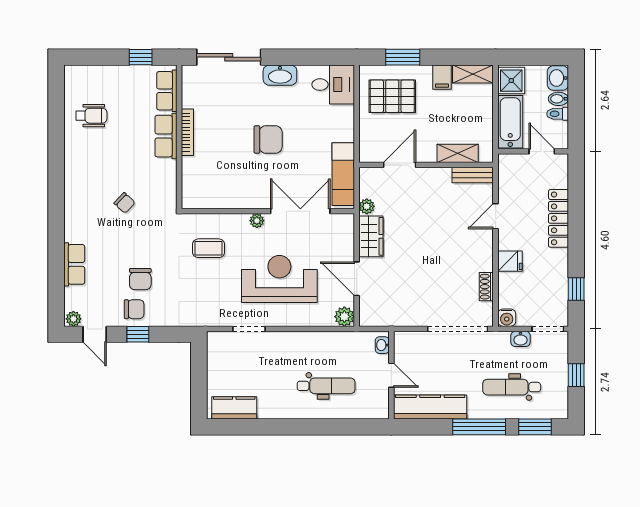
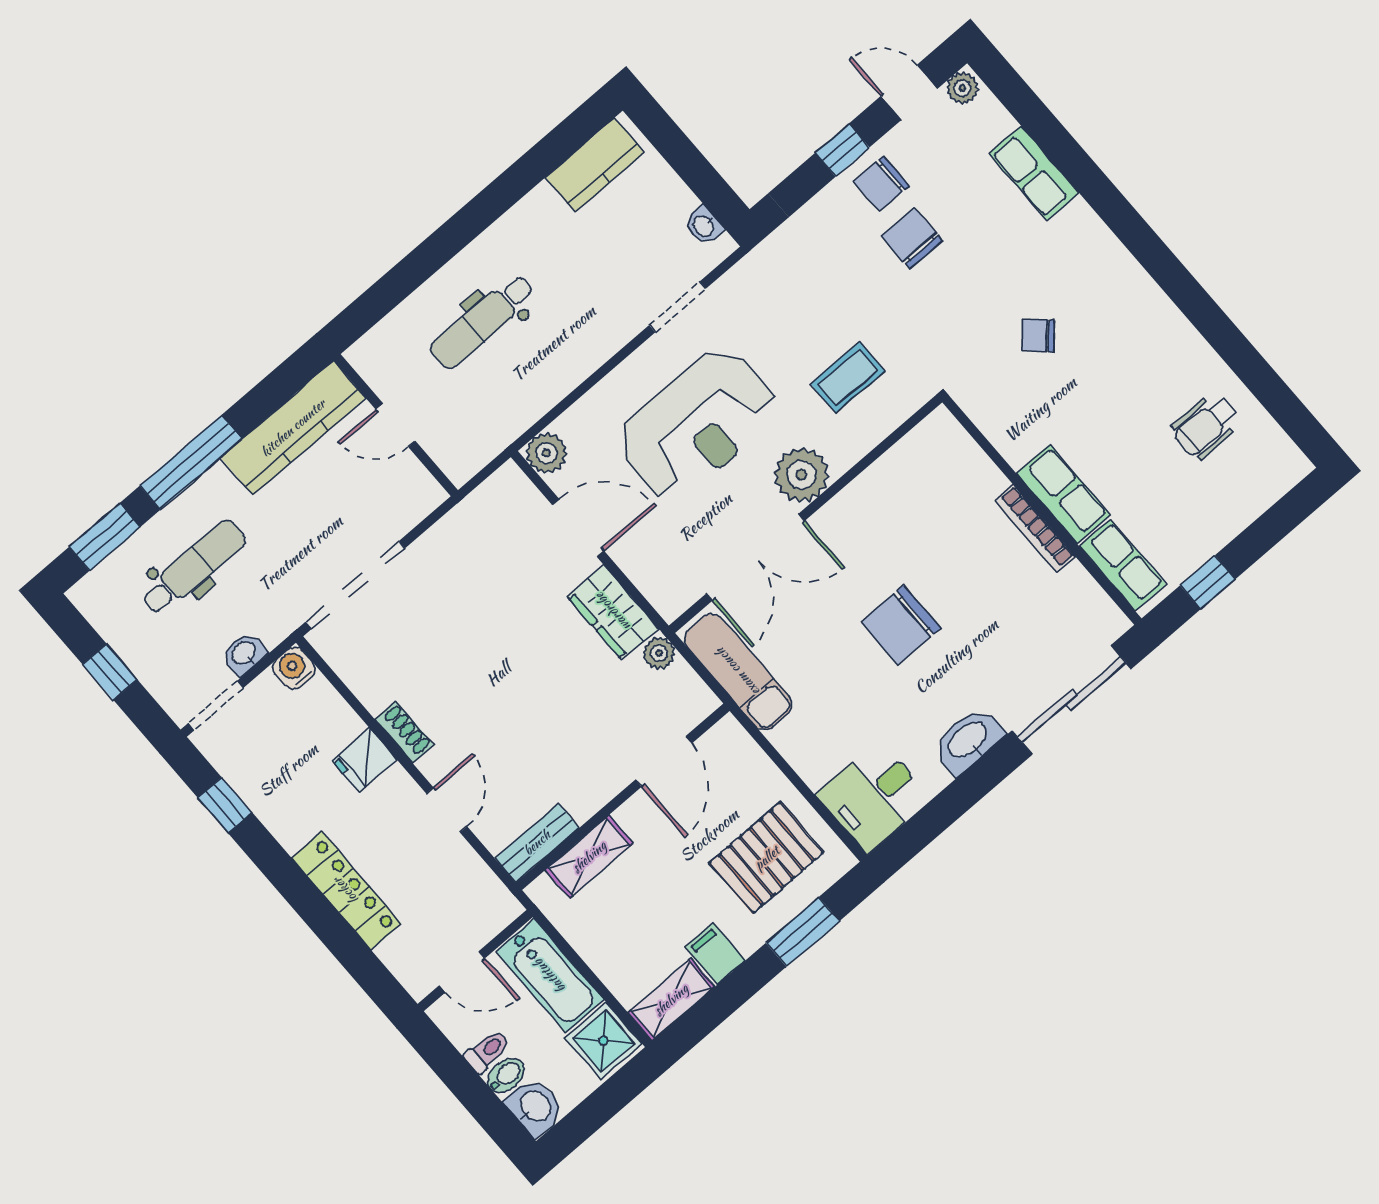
plant: (257, 221) -> (801, 475), width x1.88, depth x1.88
shoe rack: (486, 287) -> (404, 732), moved
washbasin: (382, 345) -> (704, 226), moved, turned 180

